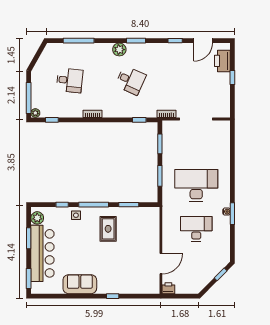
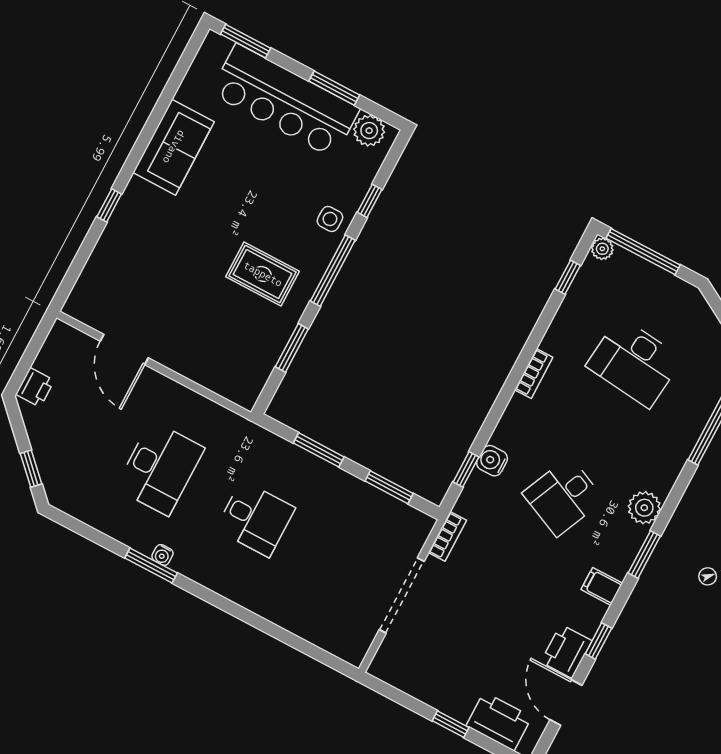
filing cabinet: (155, 50) -> (602, 586), added
printer: (185, 50) -> (566, 651), added
desk: (70, 80) -> (634, 362), width x1.37
water cooler: (131, 112) -> (492, 461), added
desk: (196, 185) -> (255, 519), width x0.53, depth x0.77
printer: (168, 288) -> (35, 387), moved

